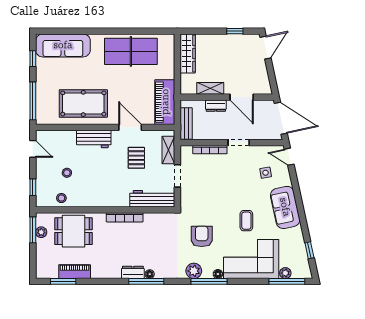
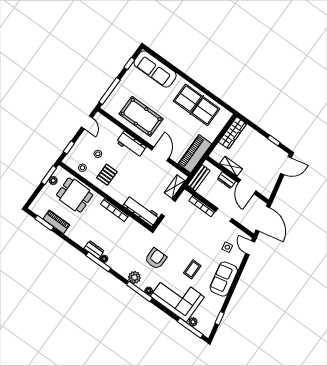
pallet: (136, 158) -> (107, 175), moved

